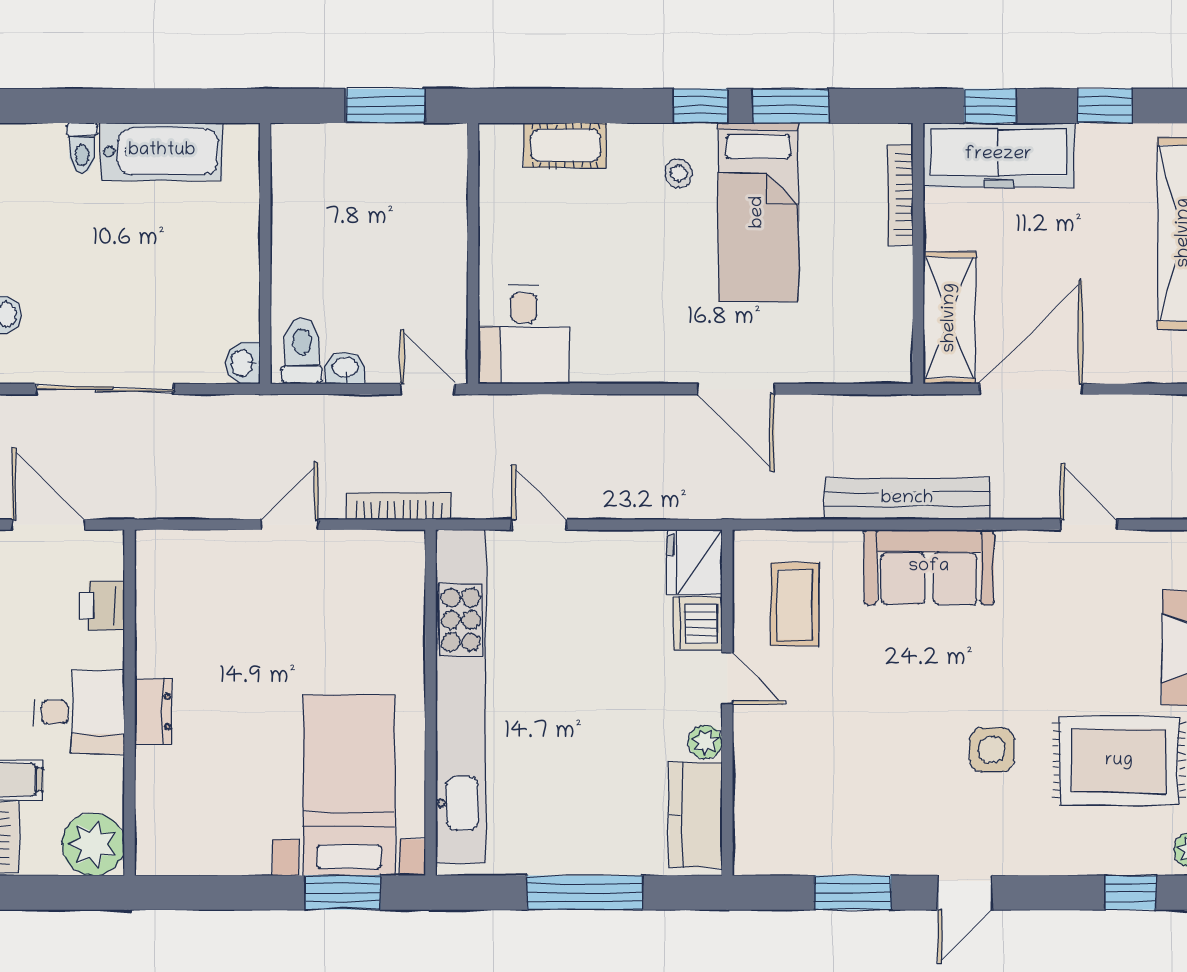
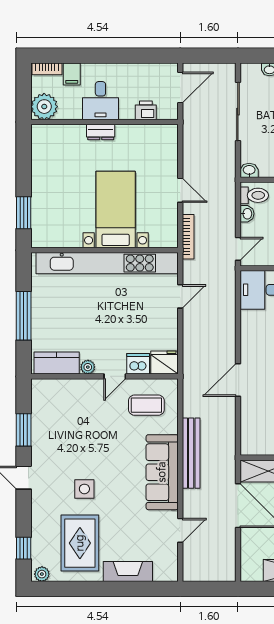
sofa: (929, 567) -> (162, 472), width x1.36
bed with nightstands: (349, 785) -> (116, 210), moved, turned -90

